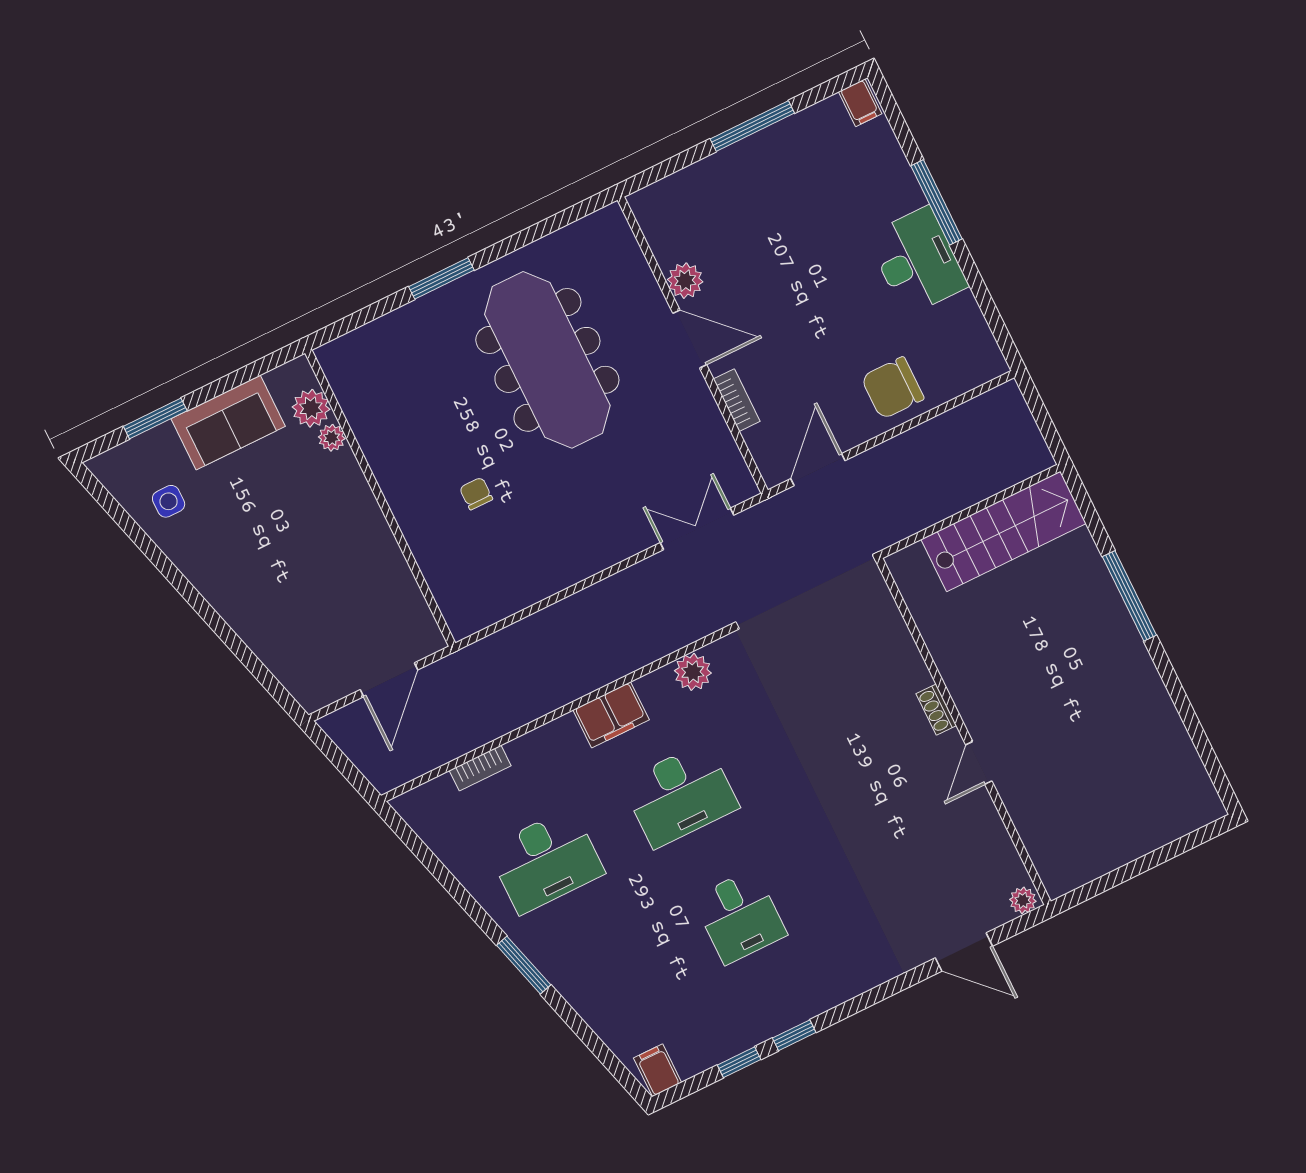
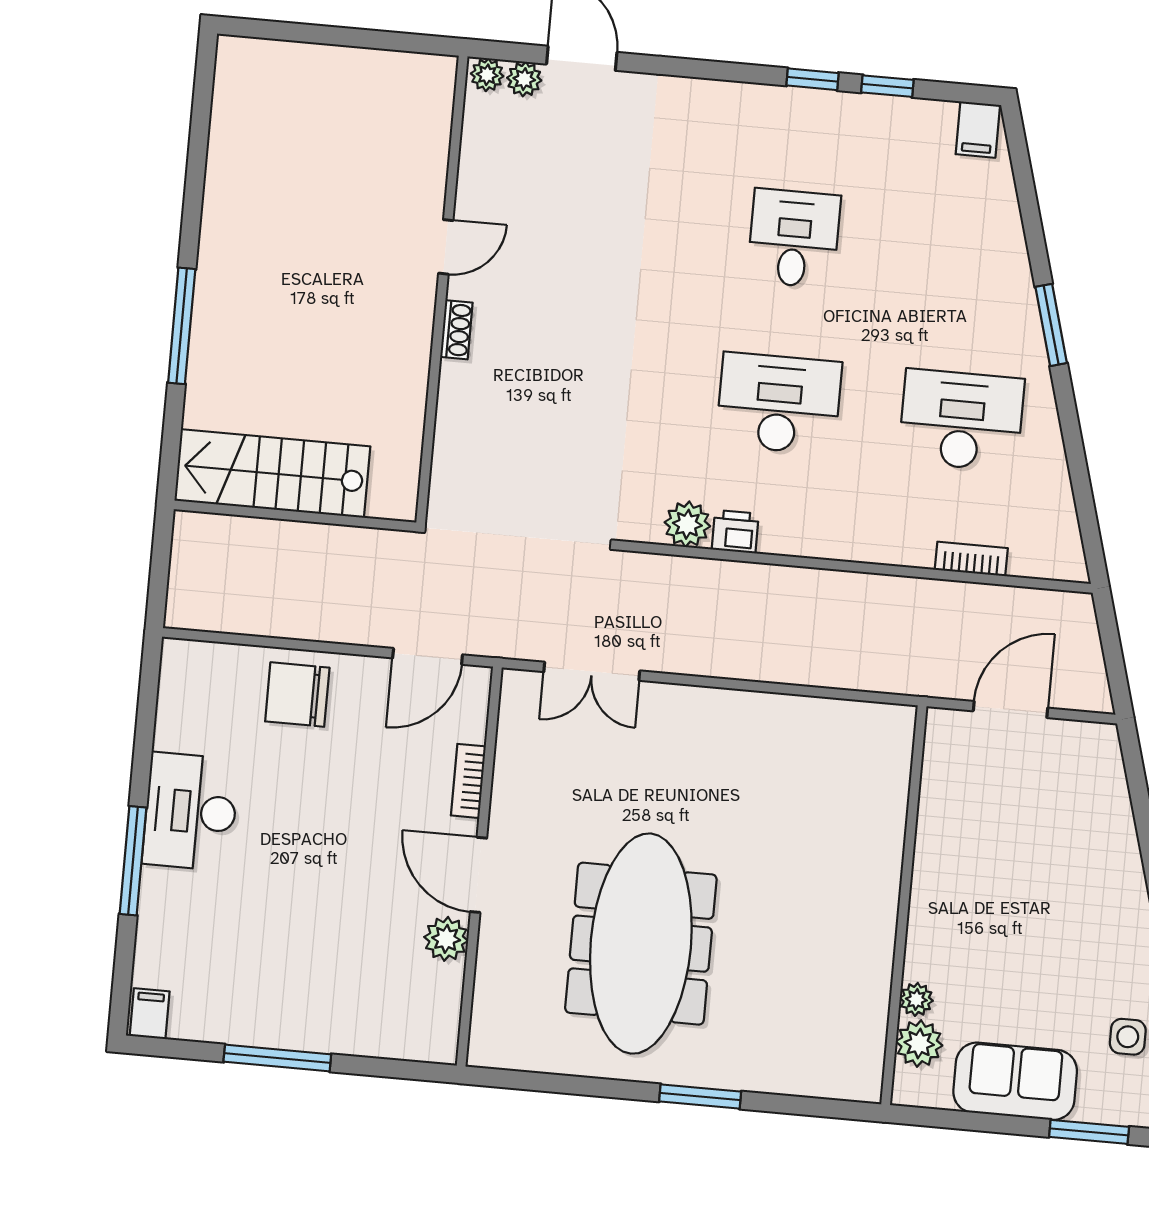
chair: (893, 388) -> (297, 695), turned 180
chair: (476, 493) -> (801, 849), removed
printer: (656, 687) -> (735, 532), added
filing cabinet: (611, 715) -> (800, 531), removed
plant: (995, 913) -> (524, 79), added

